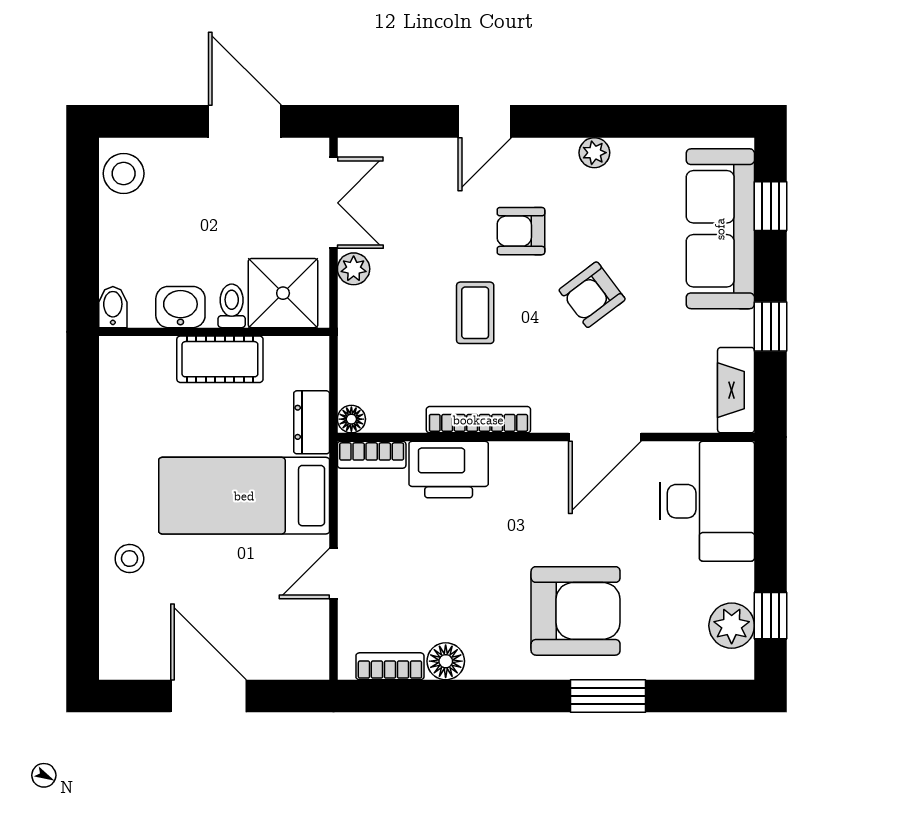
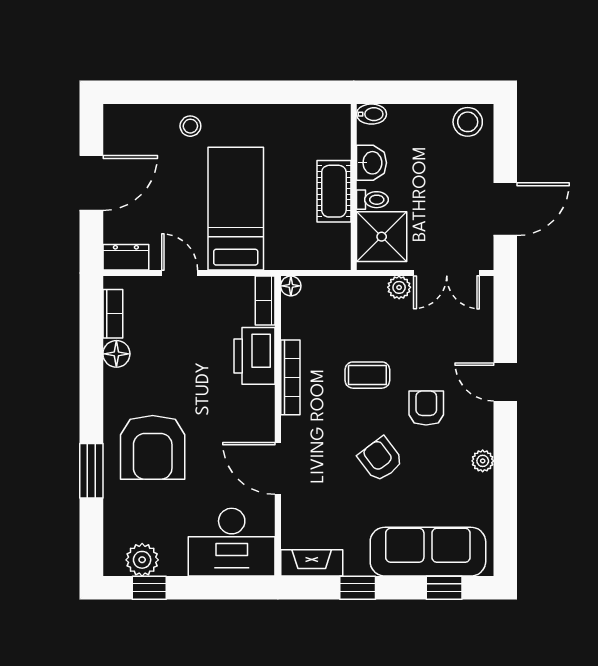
dresser: (312, 422) -> (126, 257), moved

